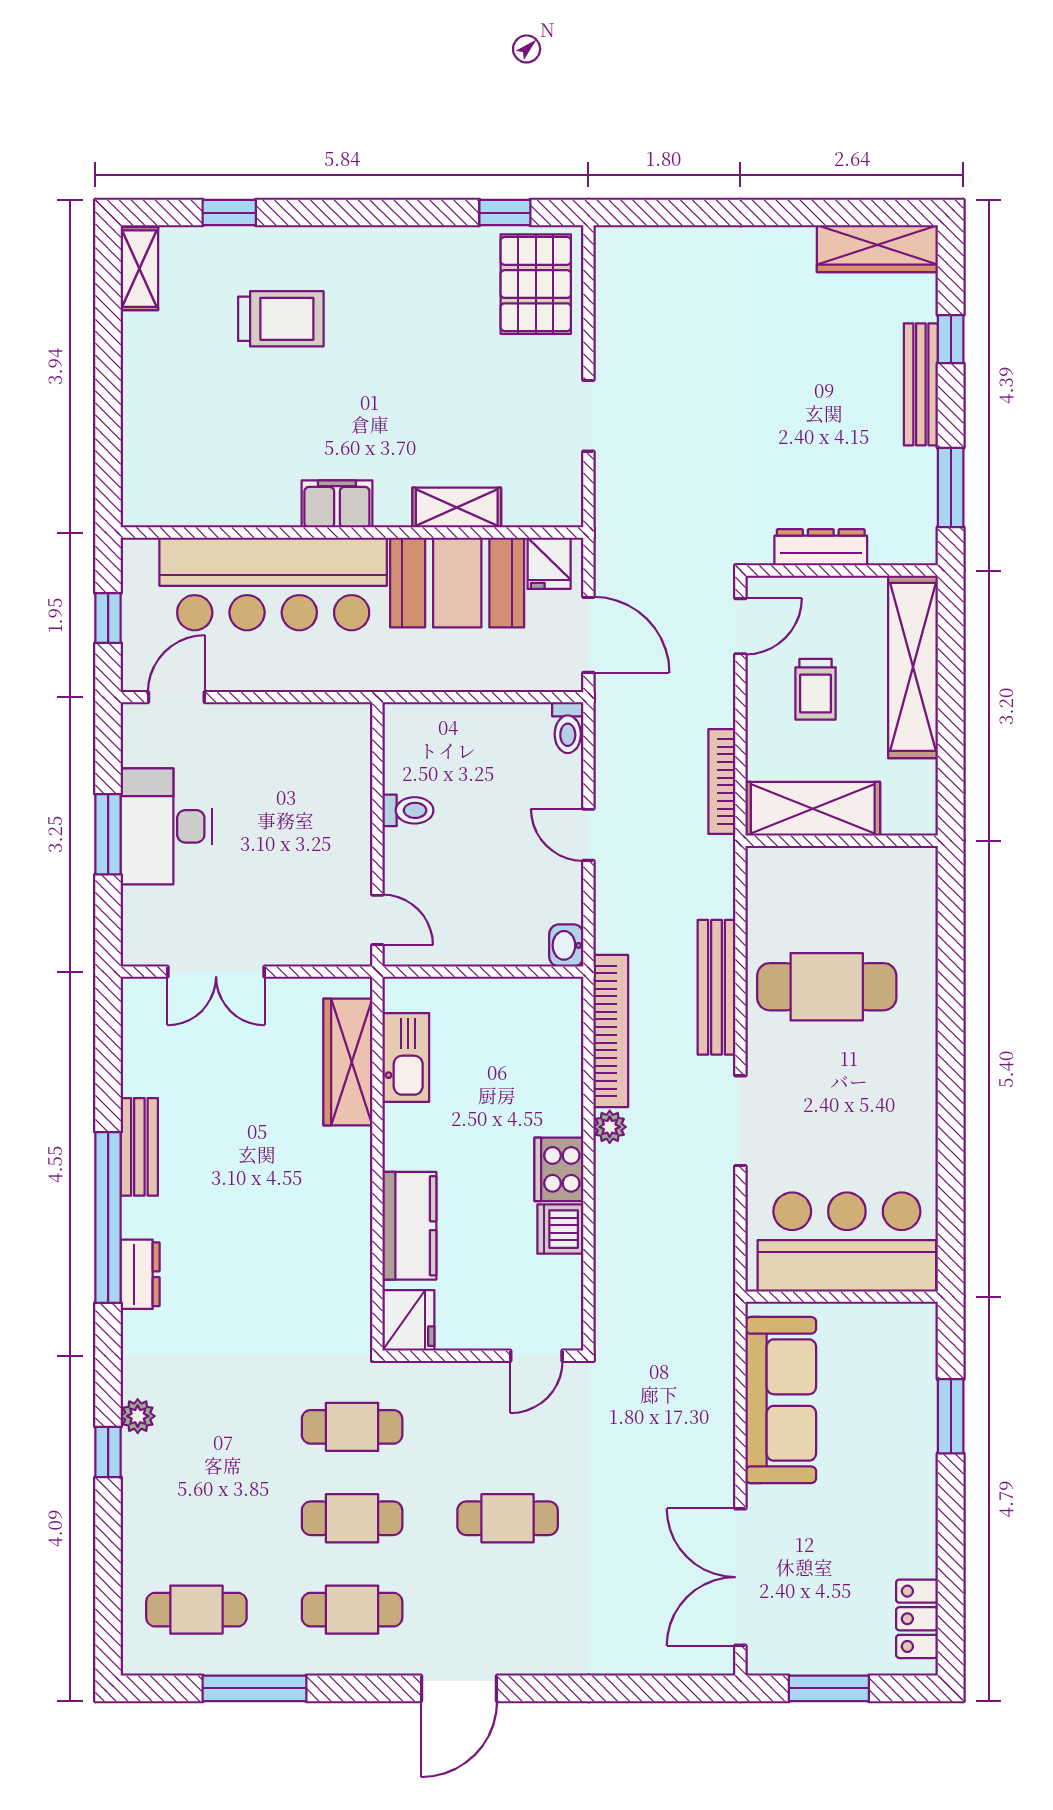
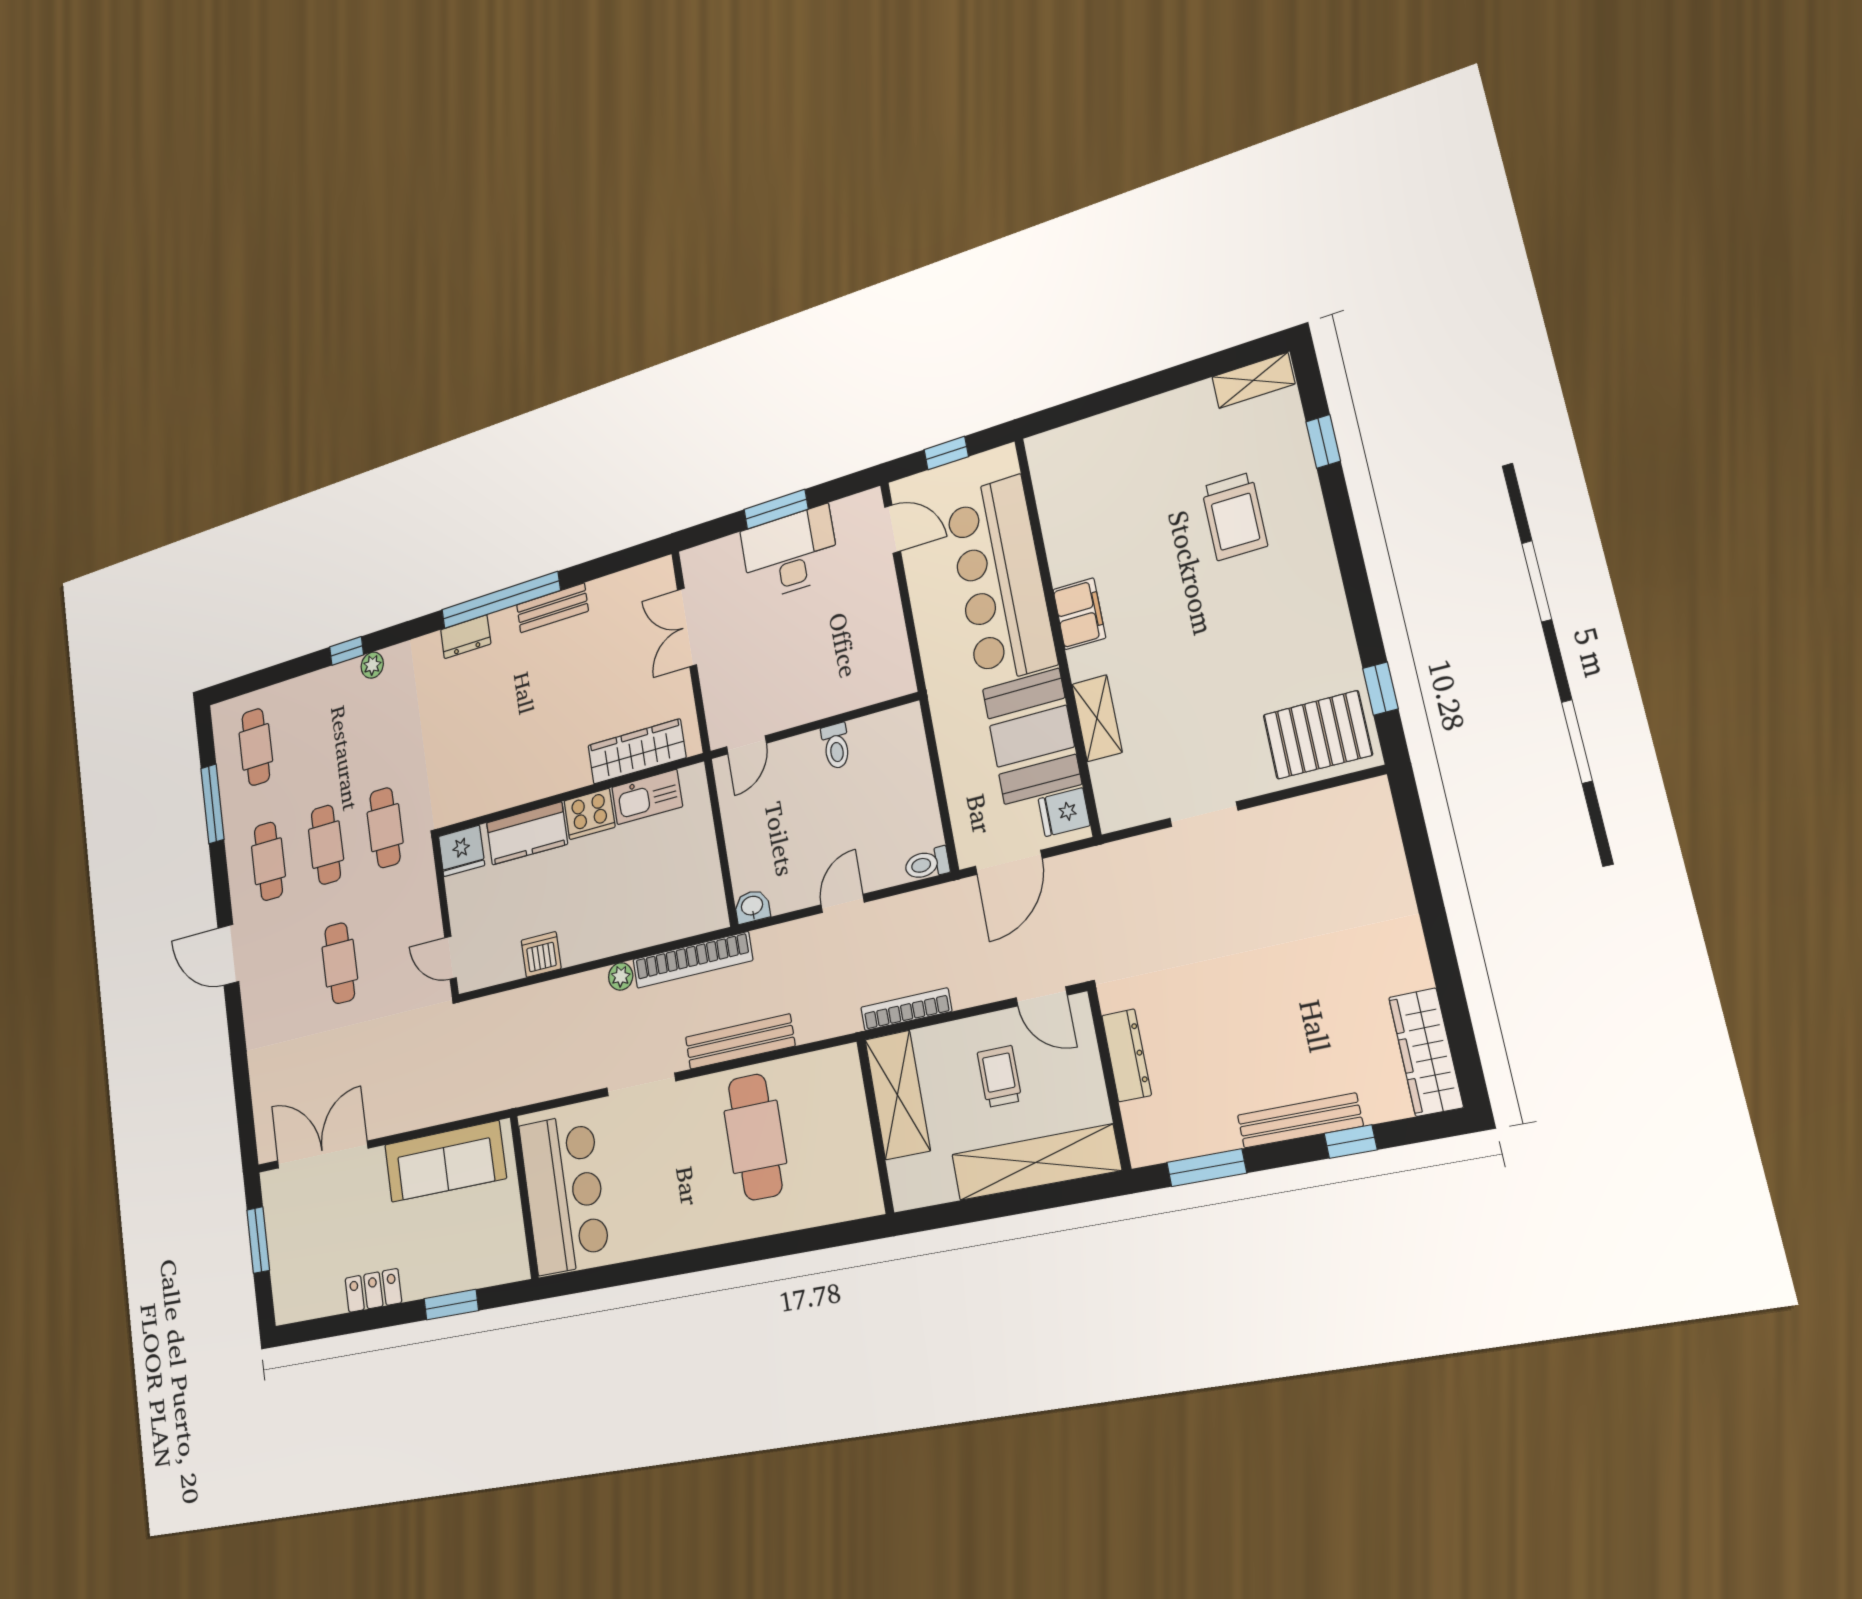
trolley: (816, 689) -> (999, 1076), turned 90
cooker: (559, 1169) -> (590, 814), moved, turned 180
locker: (917, 1619) -> (373, 1290), moved

